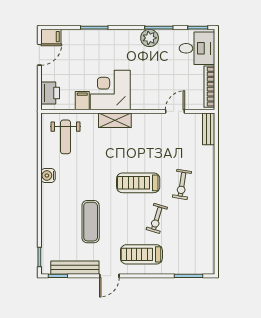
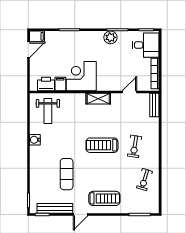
printer: (50, 93) -> (46, 84), moved, turned -90
shelving: (115, 120) -> (98, 99), moved
exercise bike: (157, 218) -> (144, 180), moved
treadmill: (141, 254) -> (104, 198), turned 180

